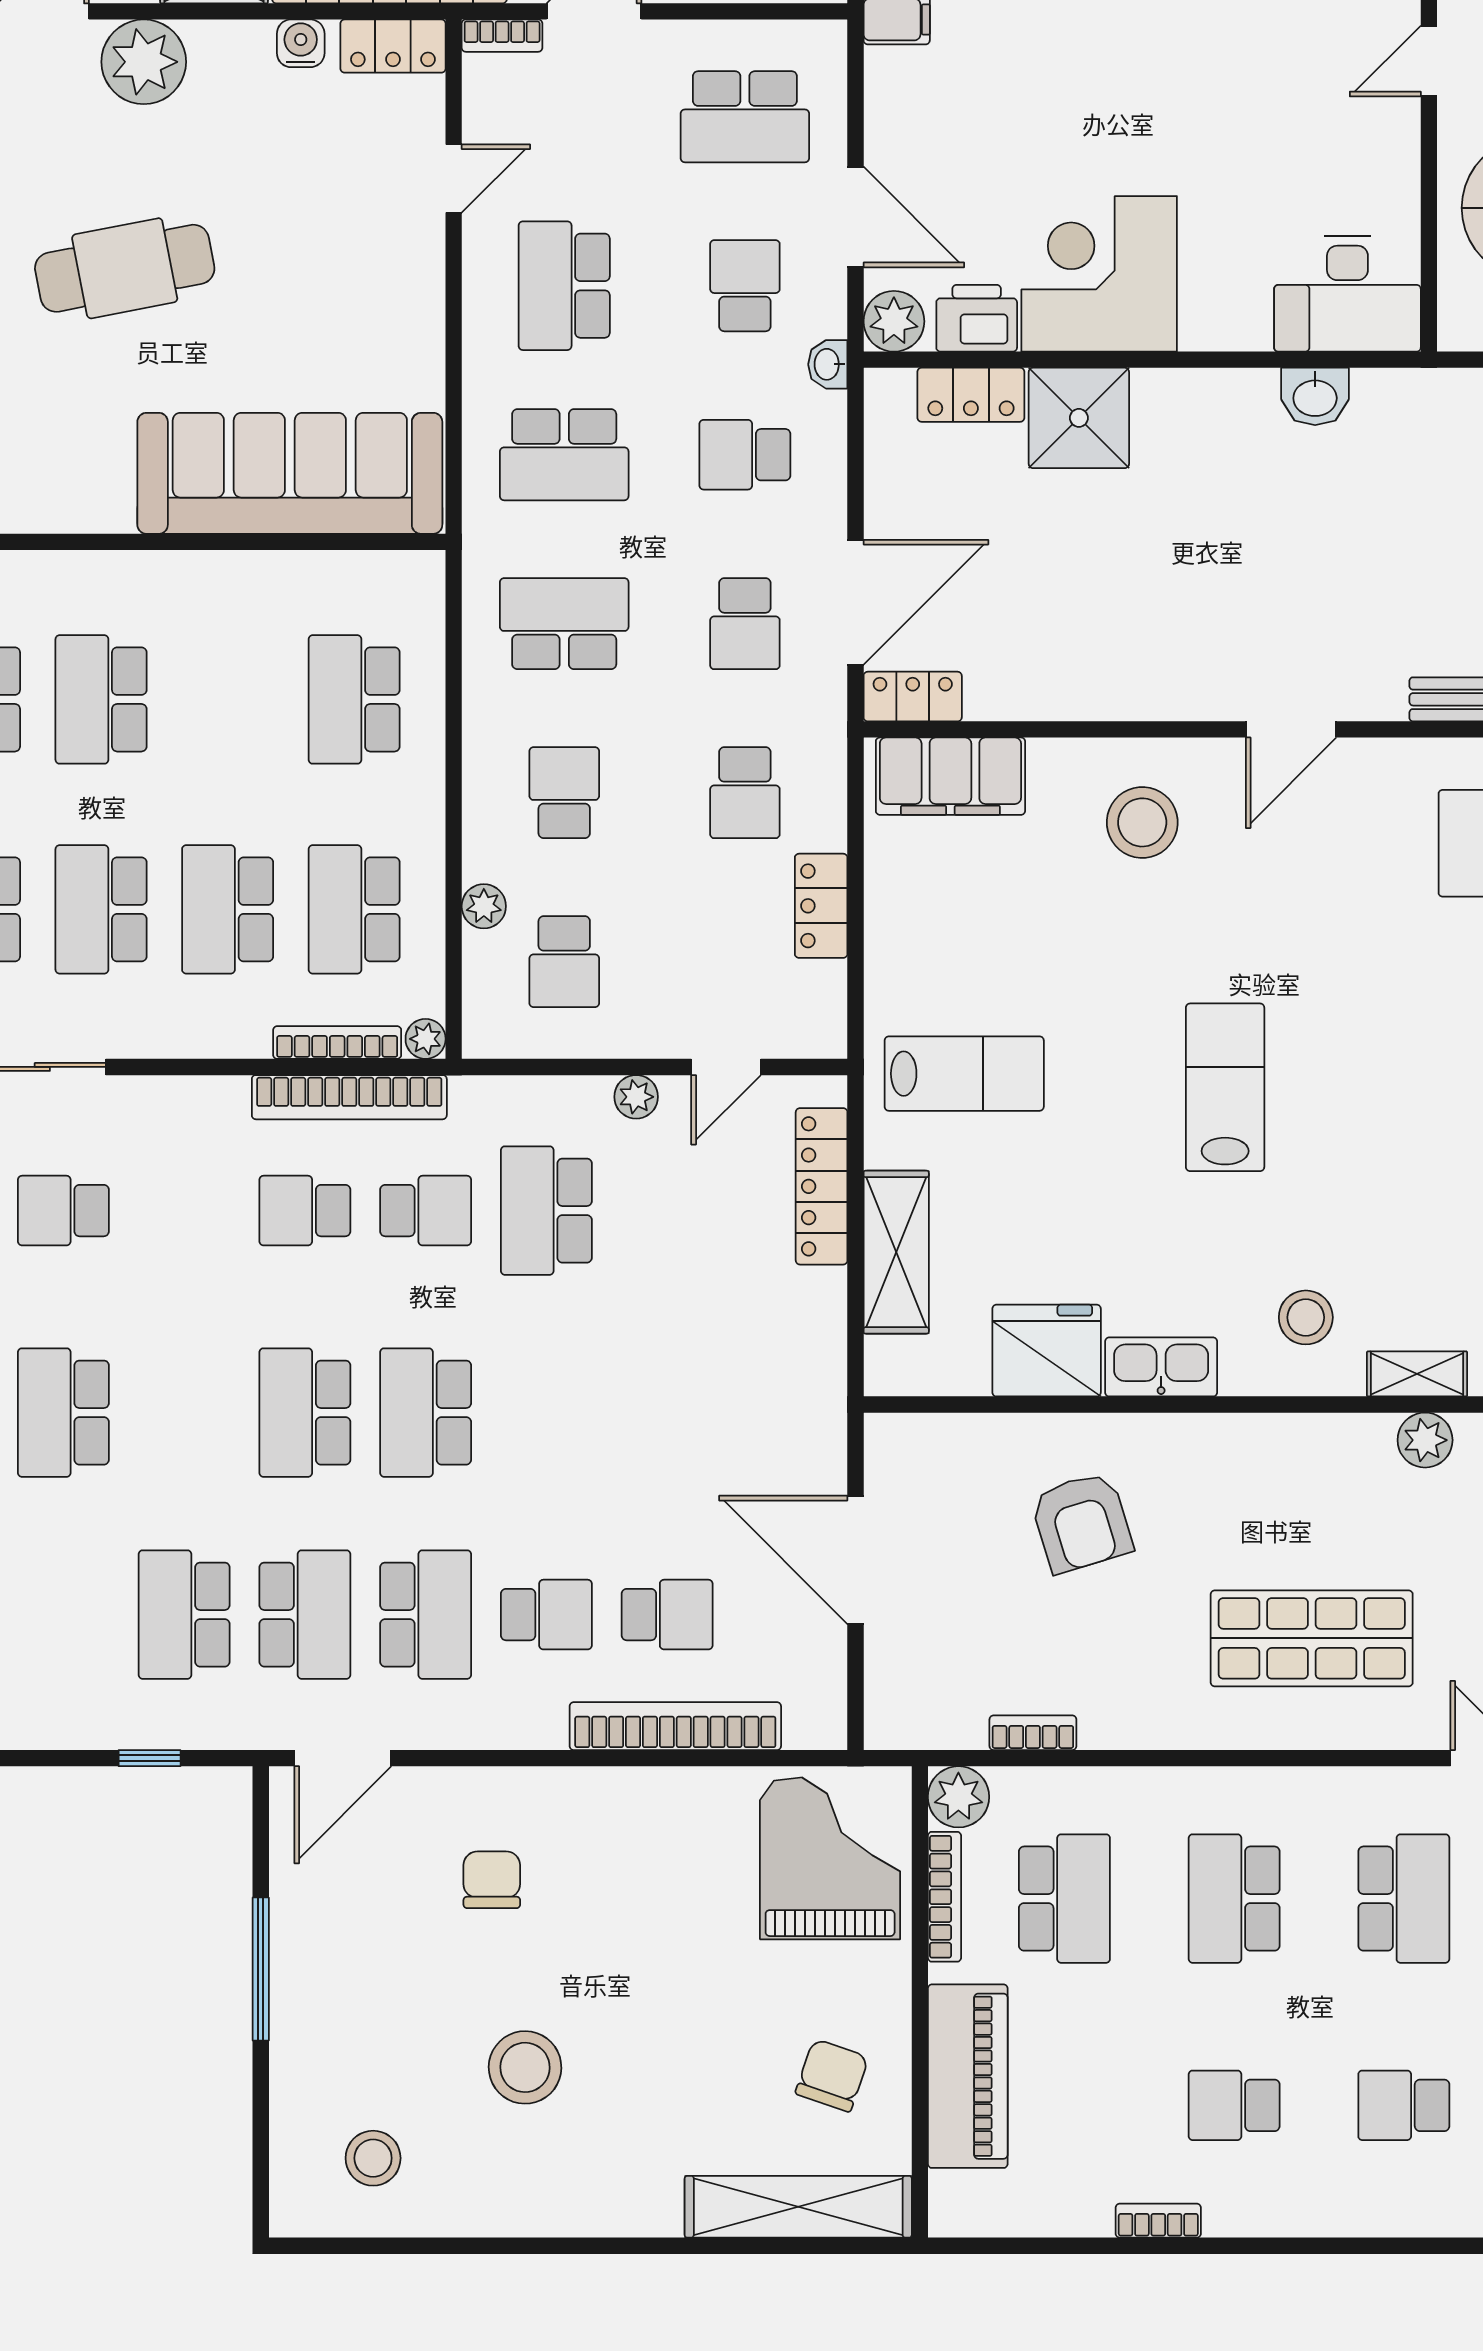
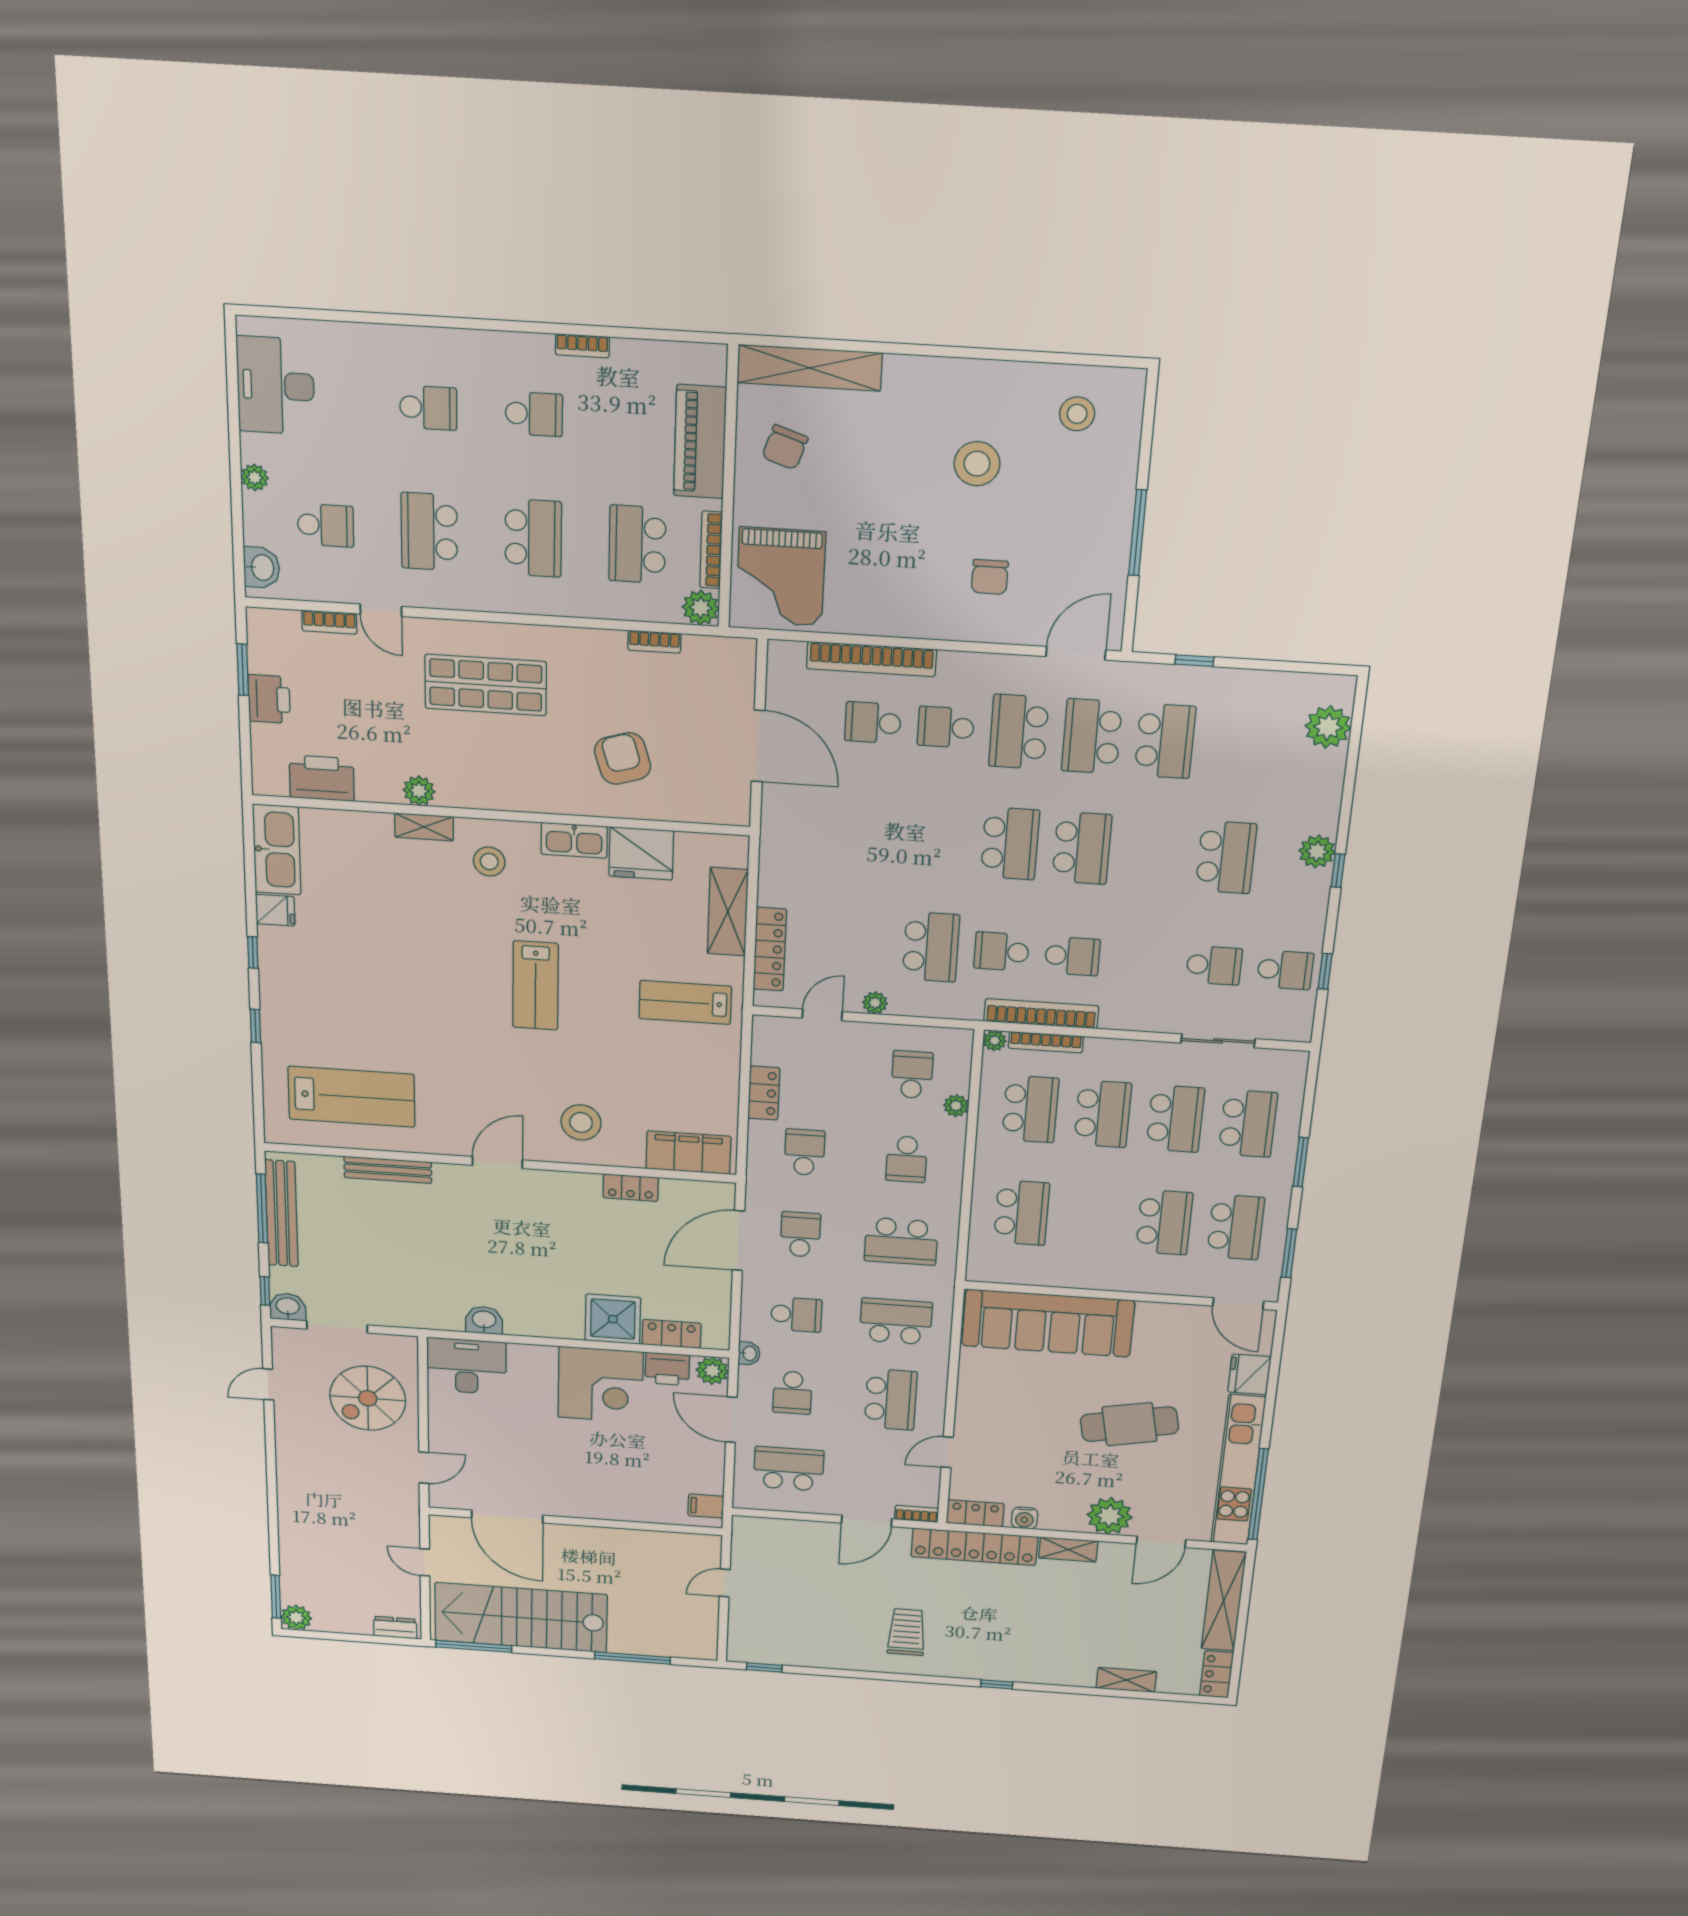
locker: (913, 697) -> (631, 1188), moved

